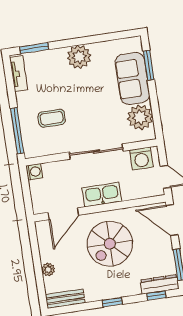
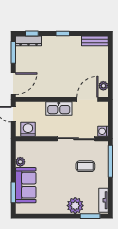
plant: (79, 57) -> (75, 206), moved
plant: (140, 117) -> (20, 162), width x0.53, depth x0.53
sliding door: (96, 152) -> (76, 139), moved
door: (172, 220) -> (13, 84), hinge flipped
spiral stairs: (110, 244) -> (58, 74), removed
plant: (48, 269) -> (103, 86), moved

